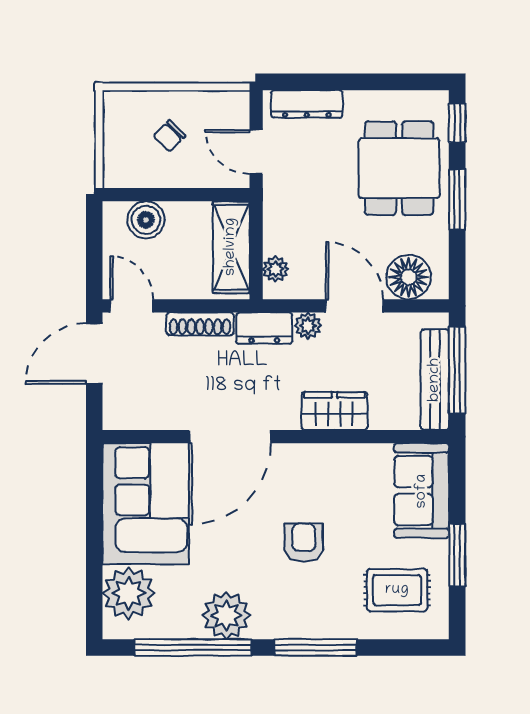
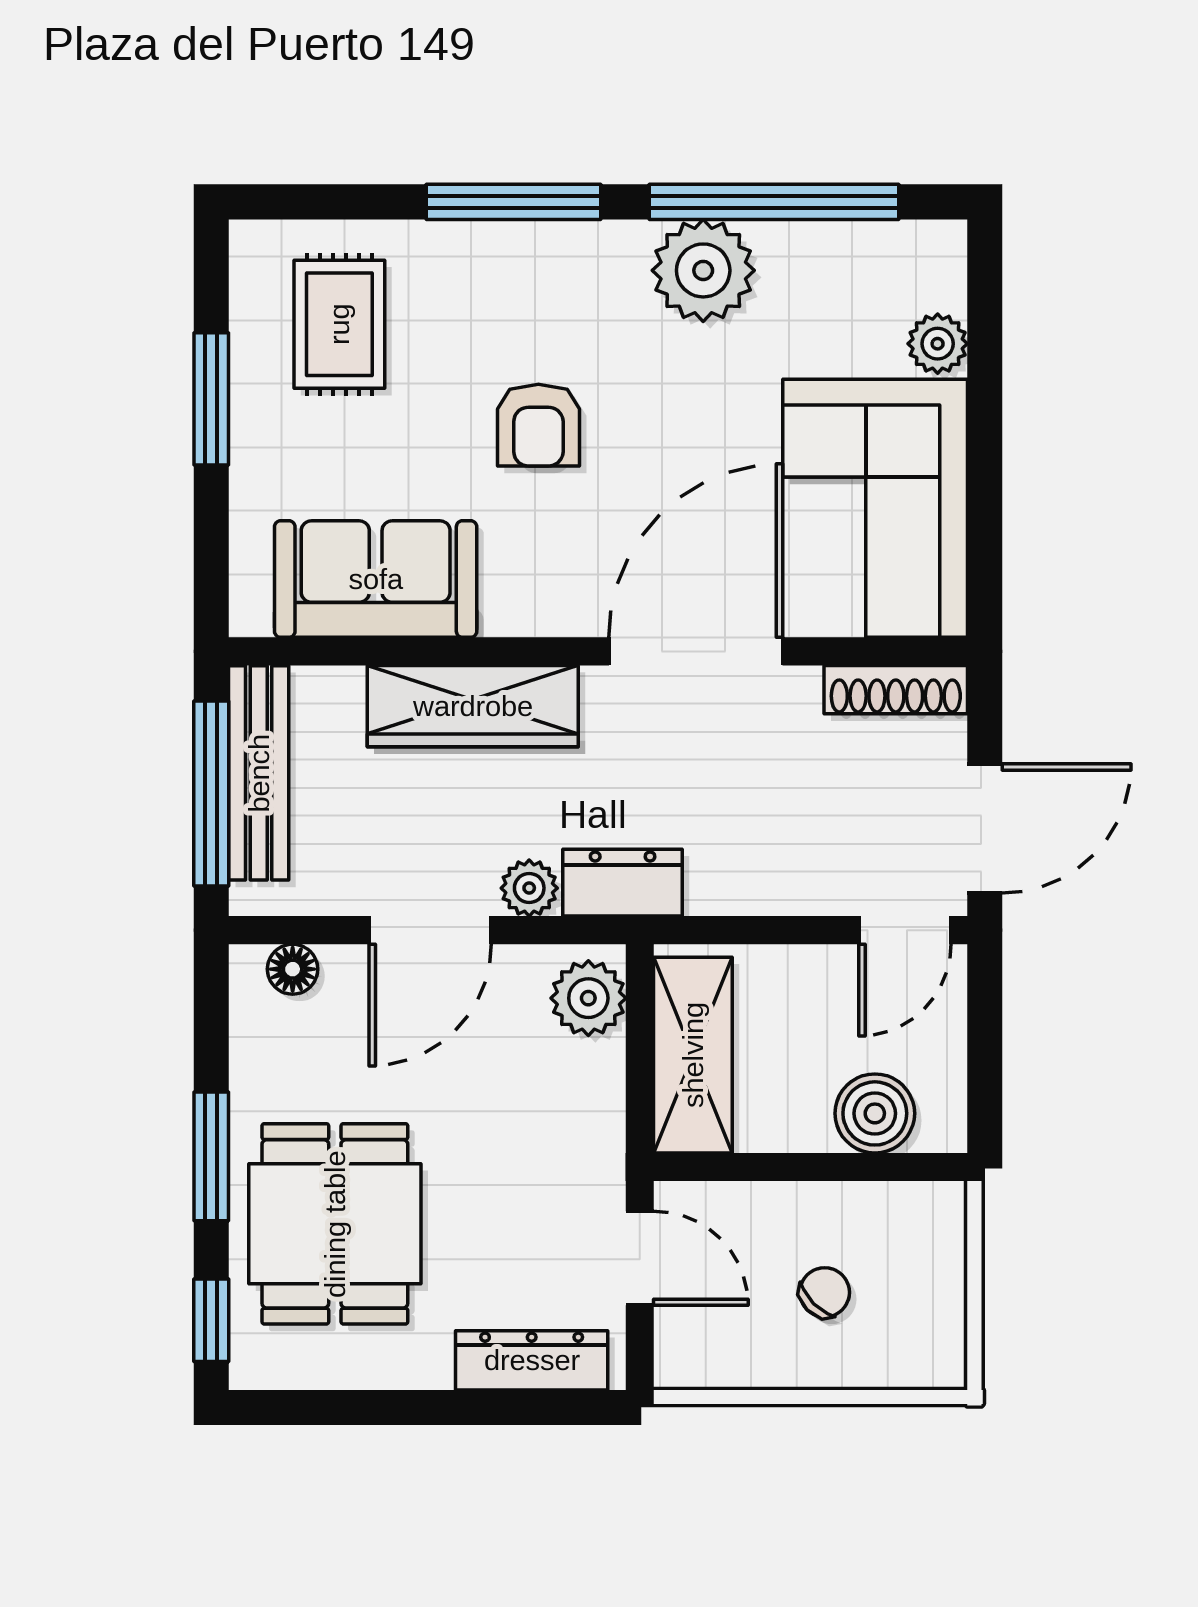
plant: (275, 269) -> (588, 998), width x1.38, depth x1.38
floor lamp: (409, 277) -> (293, 969), width x0.53, depth x0.53
door: (132, 306) -> (905, 930), hinge flipped
door: (354, 306) -> (430, 930), hinge flipped
shoe rack: (200, 324) -> (896, 690), moved, turned 180
wardrobe: (334, 411) -> (473, 706), width x1.50
sofa: (422, 491) -> (376, 579), moved, turned -90
rug: (397, 590) -> (339, 324), turned 90
plant: (129, 593) -> (938, 344), width x0.53, depth x0.53

